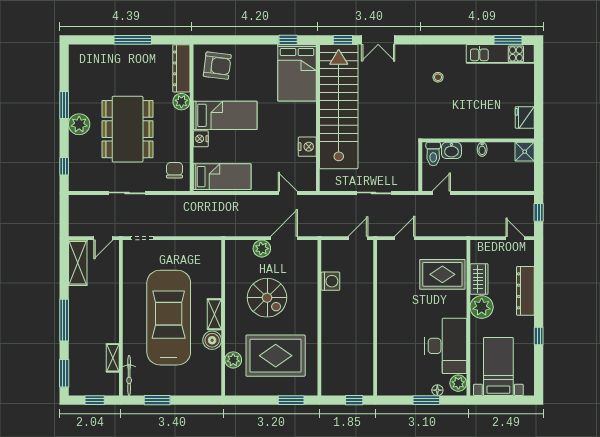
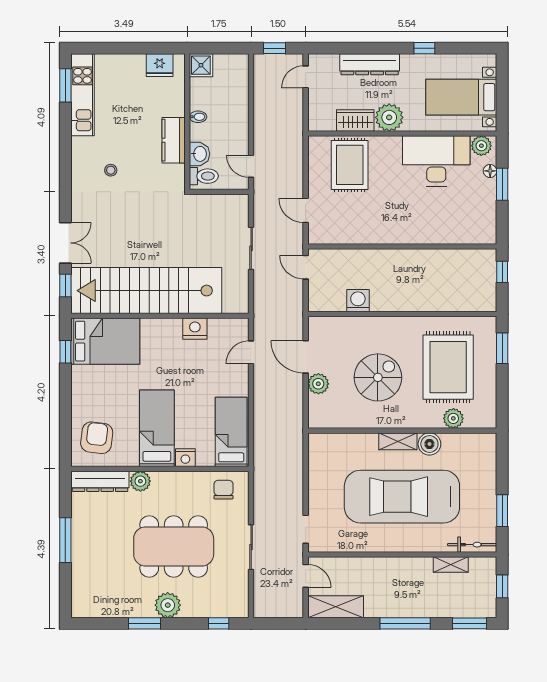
kitchen counter: (463, 129) -> (174, 140), added
chair: (174, 170) -> (224, 490), turned 90

